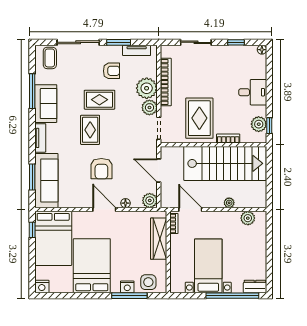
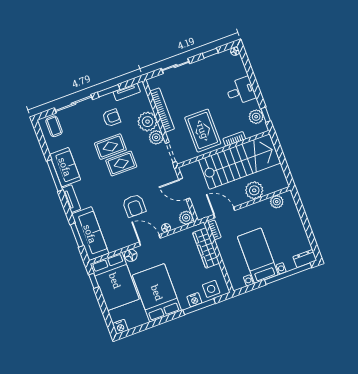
window: (32, 91) -> (55, 175), moved
rug: (90, 130) -> (121, 164), moved, turned 90
plant: (229, 203) -> (254, 190), width x1.88, depth x1.88
floor lamp: (79, 218) -> (131, 255), added

